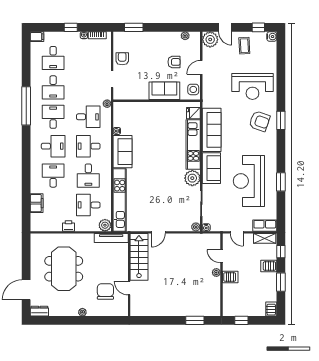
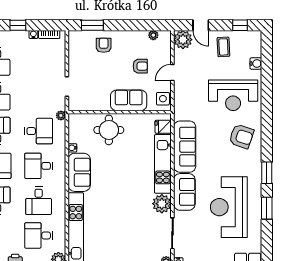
water cooler: (272, 37) -> (256, 64), moved
armchair: (122, 59) -> (104, 45), moved
round table: (148, 116) -> (109, 130), added
window: (281, 120) -> (267, 173), moved

